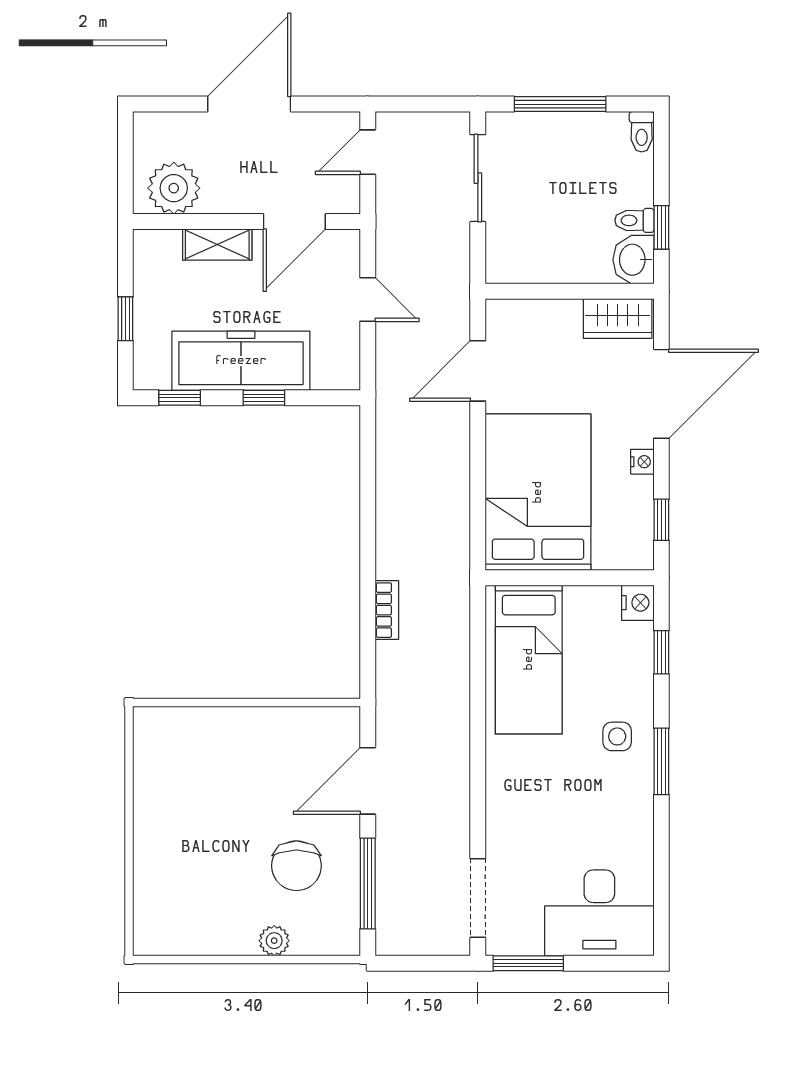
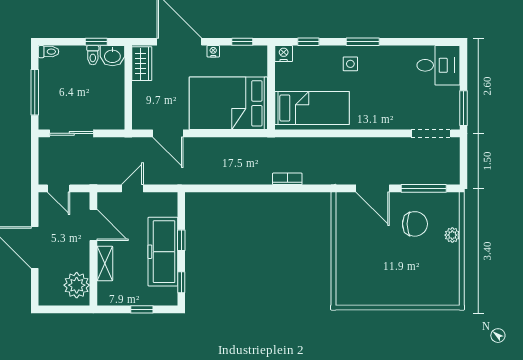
desk: (599, 913) -> (438, 65), width x0.73

